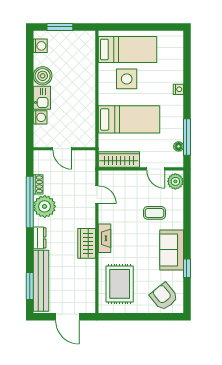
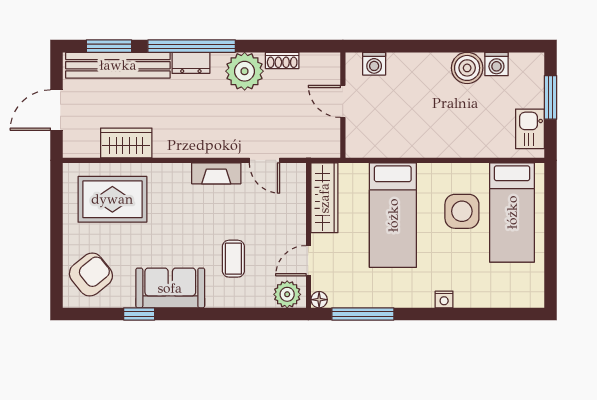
washing machine: (40, 46) -> (496, 64), moved
kitchen sink: (42, 98) -> (530, 129), moved, turned 90
washing machine: (40, 117) -> (374, 64), moved
floor lamp: (179, 146) -> (319, 300), moved
door: (62, 149) -> (343, 101), hinge flipped
door: (97, 195) -> (264, 160), hinge flipped
window: (30, 202) -> (192, 46), moved
fireplace: (104, 238) -> (216, 173), moved
wardrobe: (87, 243) -> (126, 143), moved

